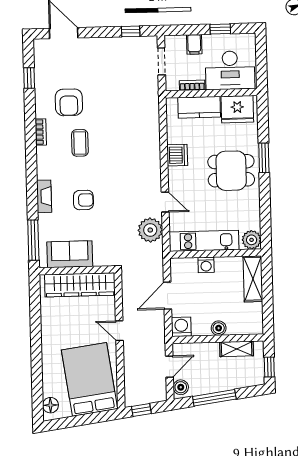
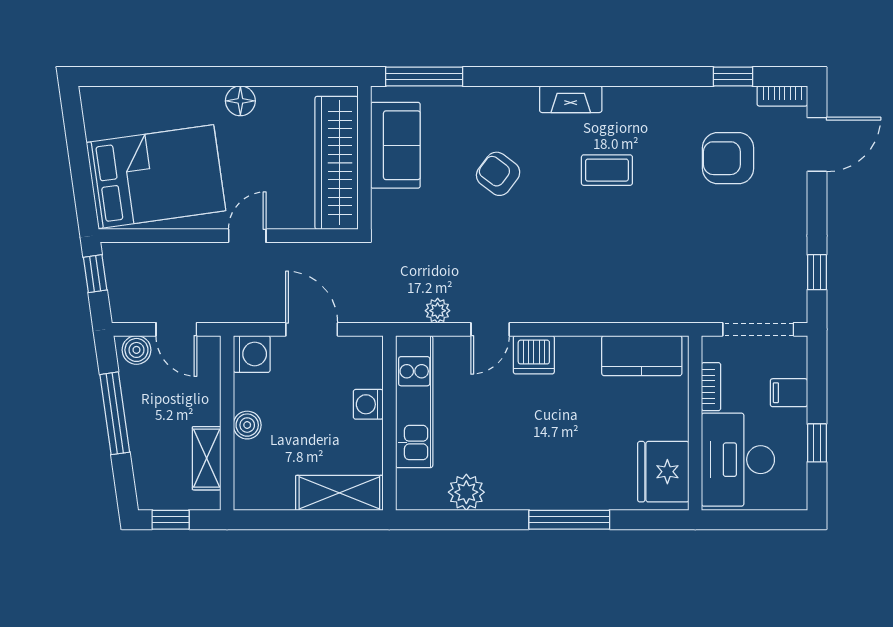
doorway: (161, 61) -> (758, 329), width x1.38
armchair: (69, 102) -> (728, 158), moved
kitchen counter: (199, 107) -> (642, 356), moved, turned -90
bookcase: (41, 132) -> (782, 96), moved
dishwasher: (177, 155) -> (534, 355), moved
window: (264, 158) -> (569, 520), width x1.44
dining table: (231, 171) -> (547, 457), removed
fireplace: (44, 196) -> (571, 99), moved
armchair: (83, 200) -> (498, 174), turned 127
plant: (150, 230) -> (438, 311), width x0.53, depth x0.53
plant: (252, 240) -> (466, 492), moved
floor lamp: (50, 405) -> (240, 101), moved

